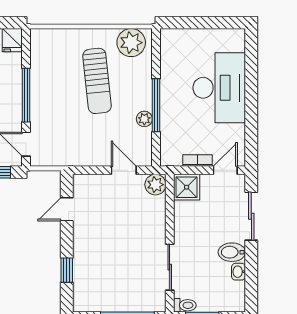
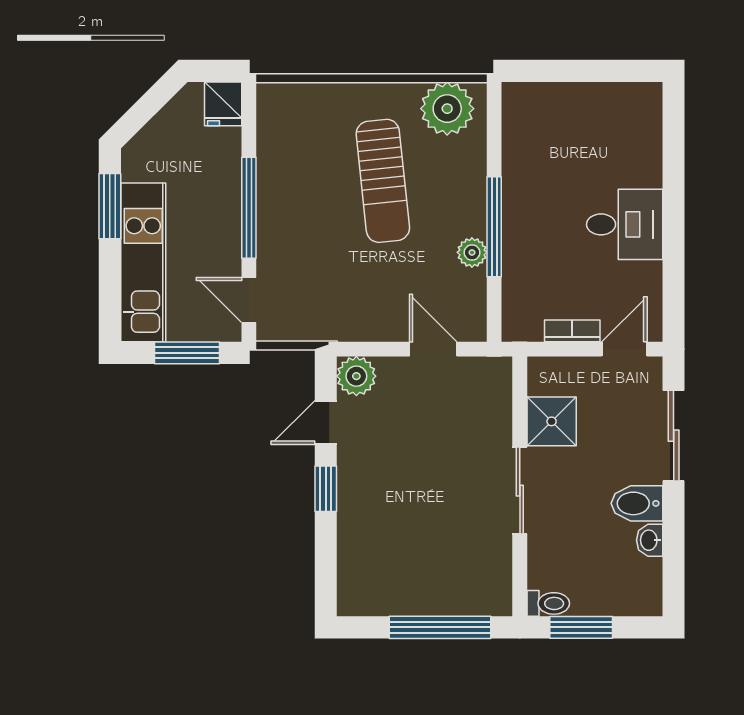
desk: (219, 88) -> (625, 224), width x0.53, depth x0.77
plant: (155, 185) -> (356, 376), moved
shower: (187, 187) -> (552, 421), moved
sliding door: (170, 267) -> (520, 491), moved
window: (67, 270) -> (326, 489), moved

